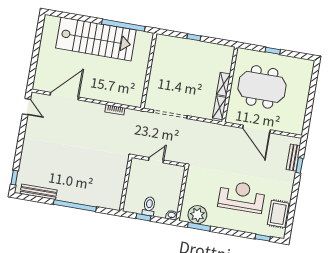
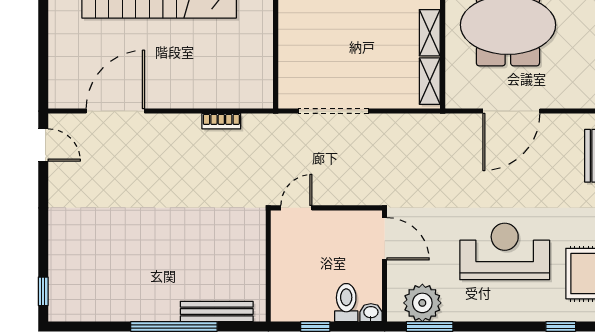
door: (257, 129) -> (511, 111), hinge flipped
door: (156, 160) -> (296, 208), moved
door: (184, 180) -> (385, 239), added
bench: (39, 192) -> (217, 312), moved
toilet: (149, 206) -> (346, 303), moved

